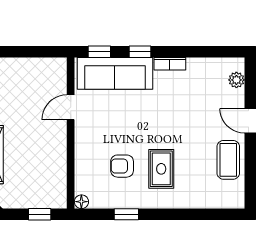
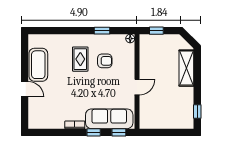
plant: (236, 80) -> (33, 115), removed
door: (71, 107) -> (137, 87), moved
coffee table: (228, 160) -> (38, 65), width x1.36, depth x1.32

